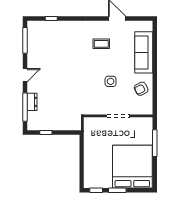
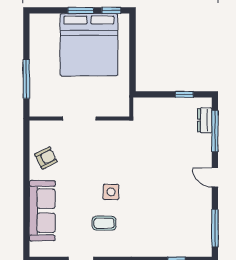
door: (25, 75) -> (215, 177), hinge flipped
side table: (111, 81) -> (111, 192), moved
dresser: (32, 102) -> (205, 120), moved
bed: (132, 167) -> (89, 45), moved

